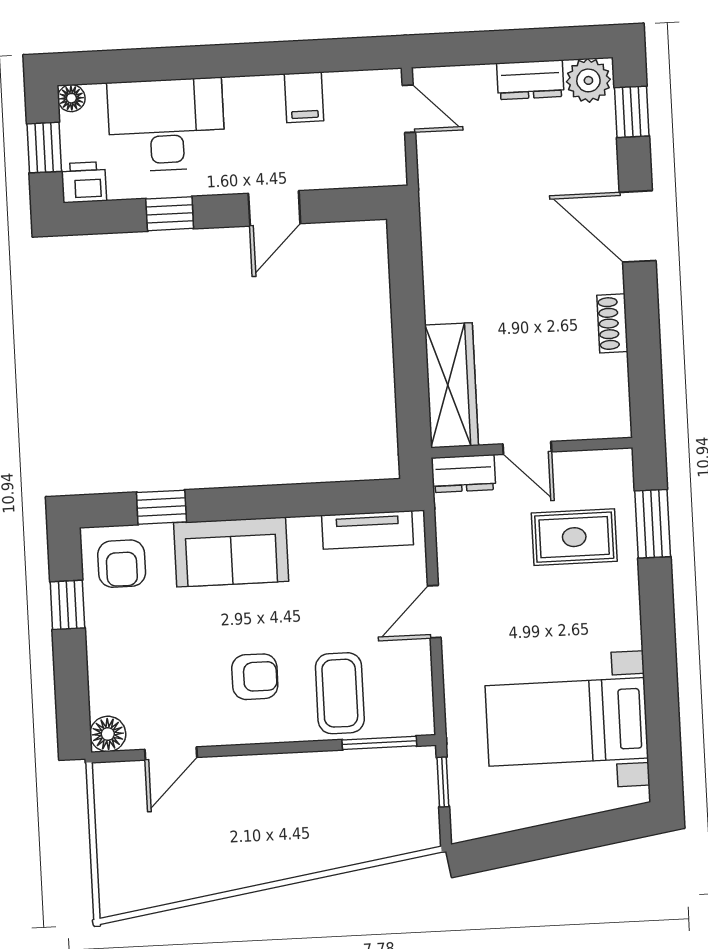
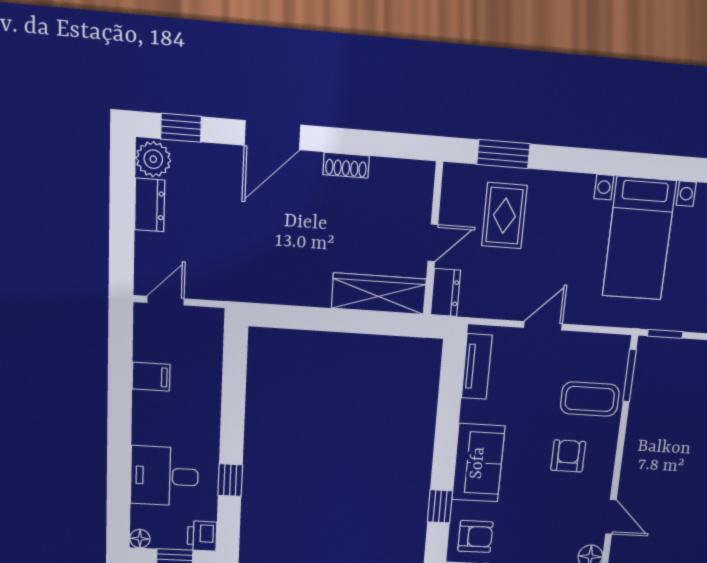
desk: (166, 125) -> (164, 476), width x0.73
door: (274, 208) -> (233, 407), removed
door: (434, 612) -> (543, 326), swing flipped

